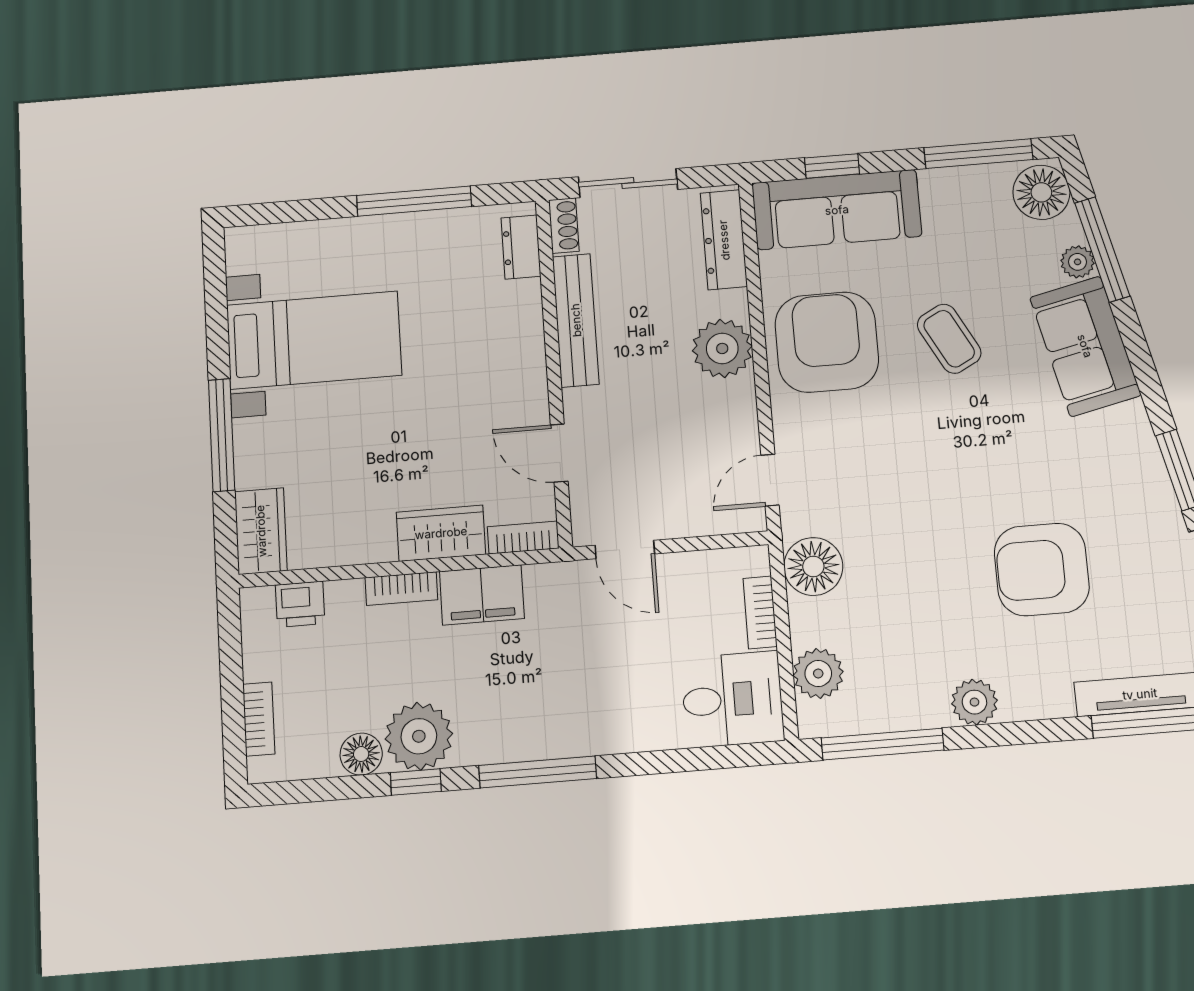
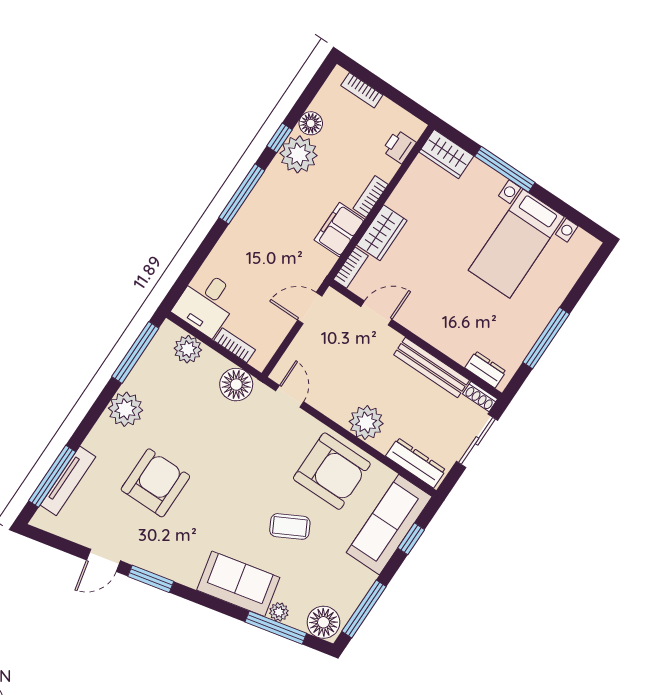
plant: (974, 702) -> (126, 409), width x1.36, depth x1.36

